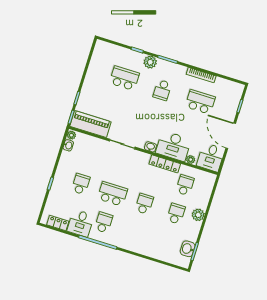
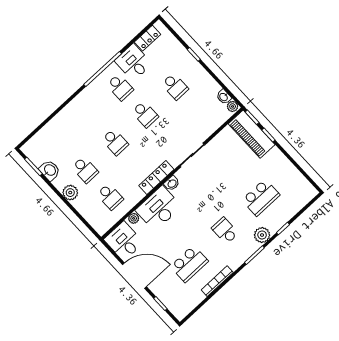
piano: (90, 124) -> (252, 134), moved, turned 90
locker: (165, 164) -> (156, 178), moved
school desk: (112, 194) -> (145, 114), width x0.54
washbasin: (188, 249) -> (50, 170), moved

